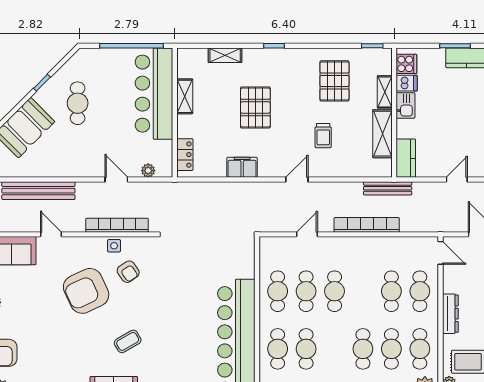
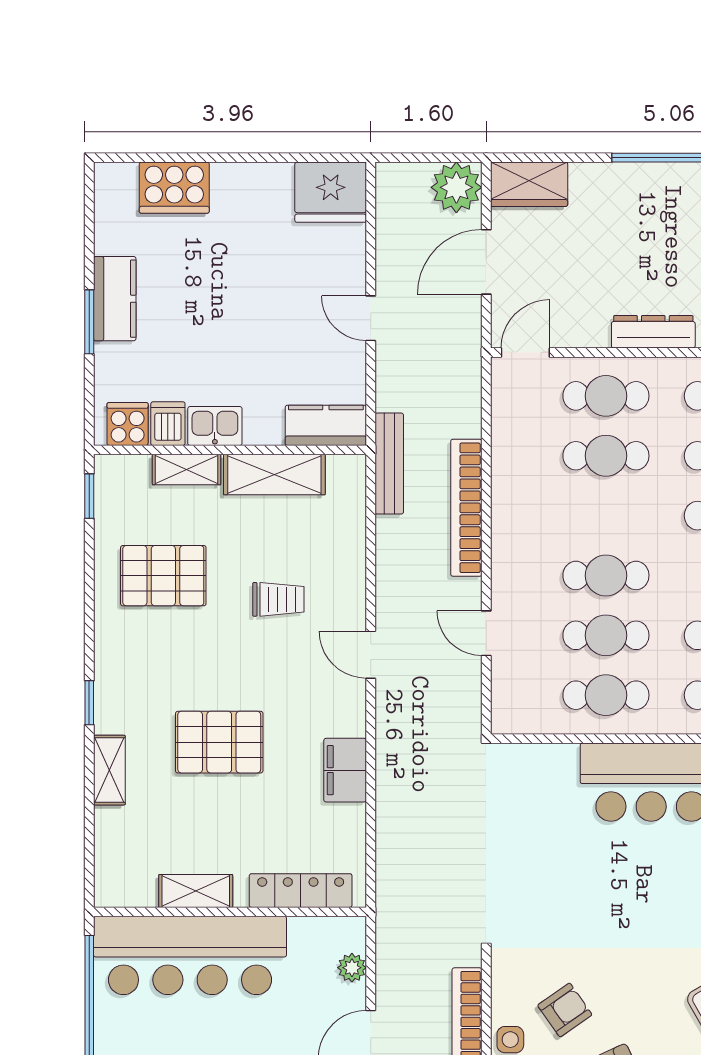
shelving: (225, 55) -> (109, 770), moved
locker: (185, 155) -> (301, 891), width x1.53

